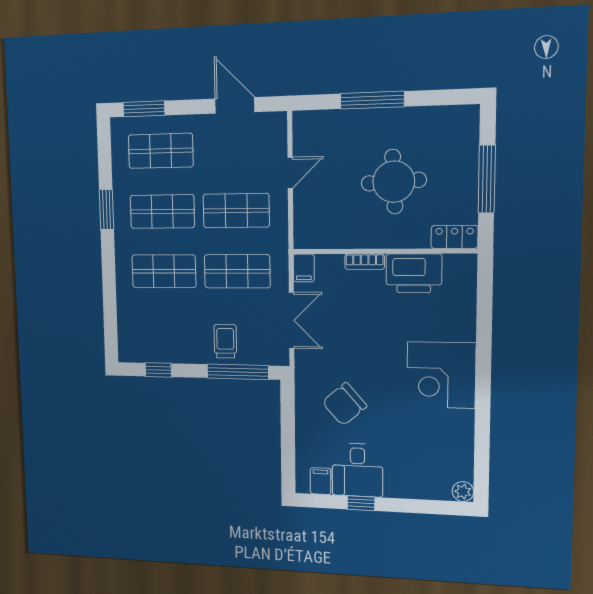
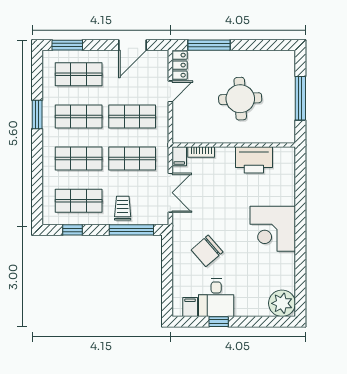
window: (372, 100) -> (209, 45), moved
door: (235, 105) -> (132, 45), swing flipped
locker: (454, 237) -> (180, 65), moved, turned 90
bookcase: (365, 262) -> (201, 152), moved
shop shelf: (165, 330) -> (79, 201), added
plant: (463, 492) -> (282, 303), width x1.87, depth x1.87

